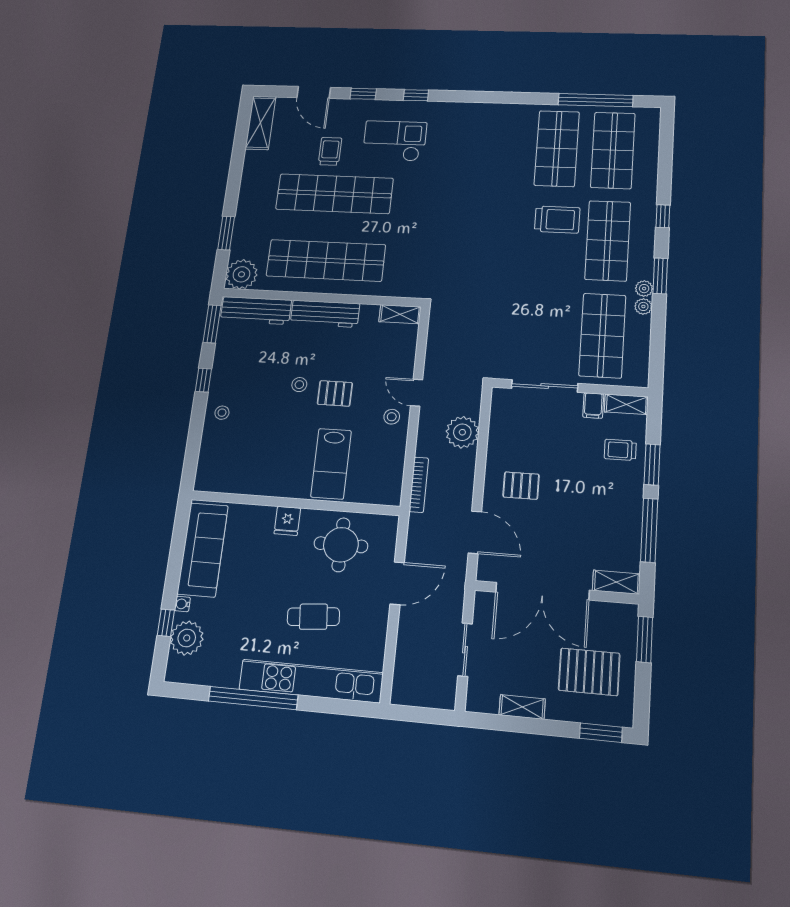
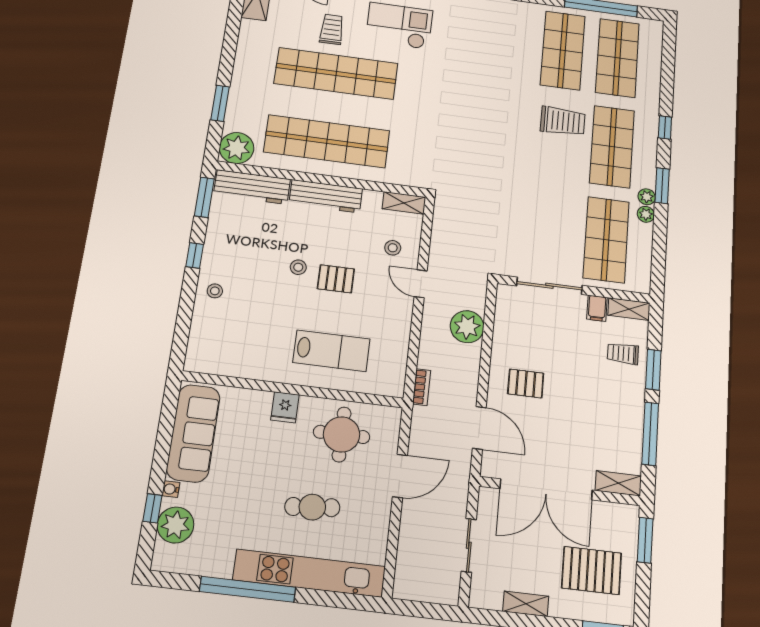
stool: (392, 417) -> (393, 248), moved
lab bench: (331, 464) -> (332, 351), turned -90
bookcase: (419, 485) -> (421, 387), width x0.64

